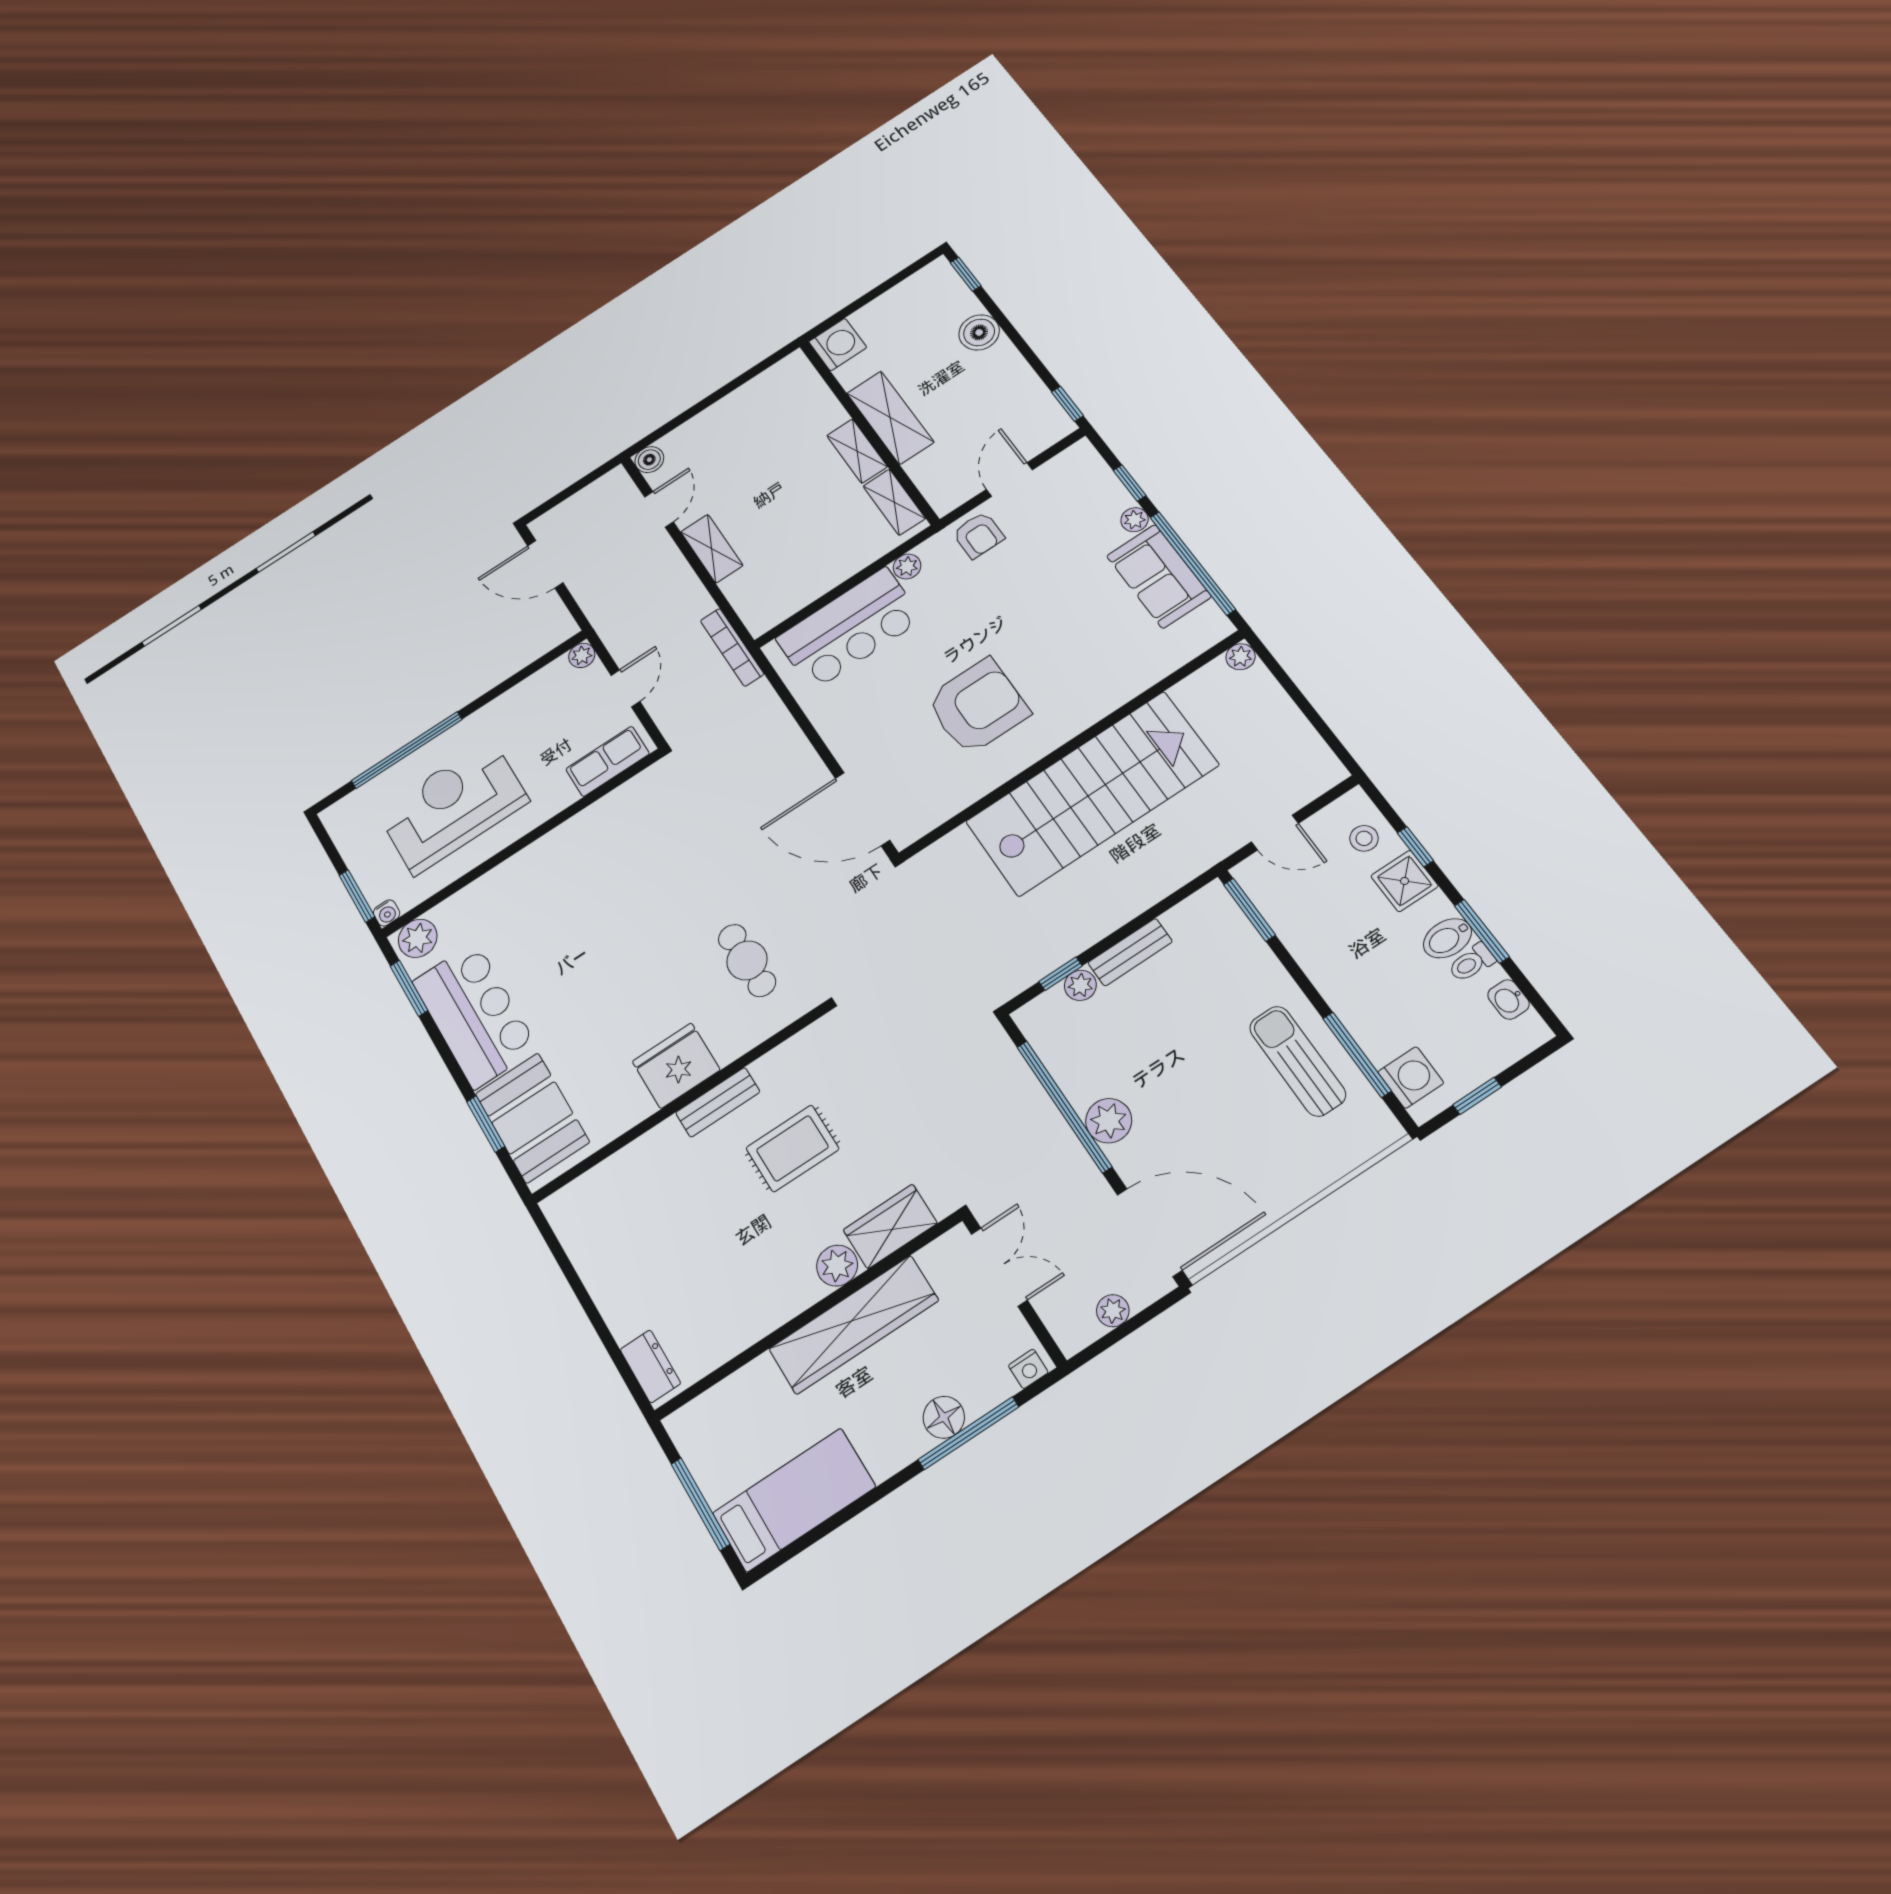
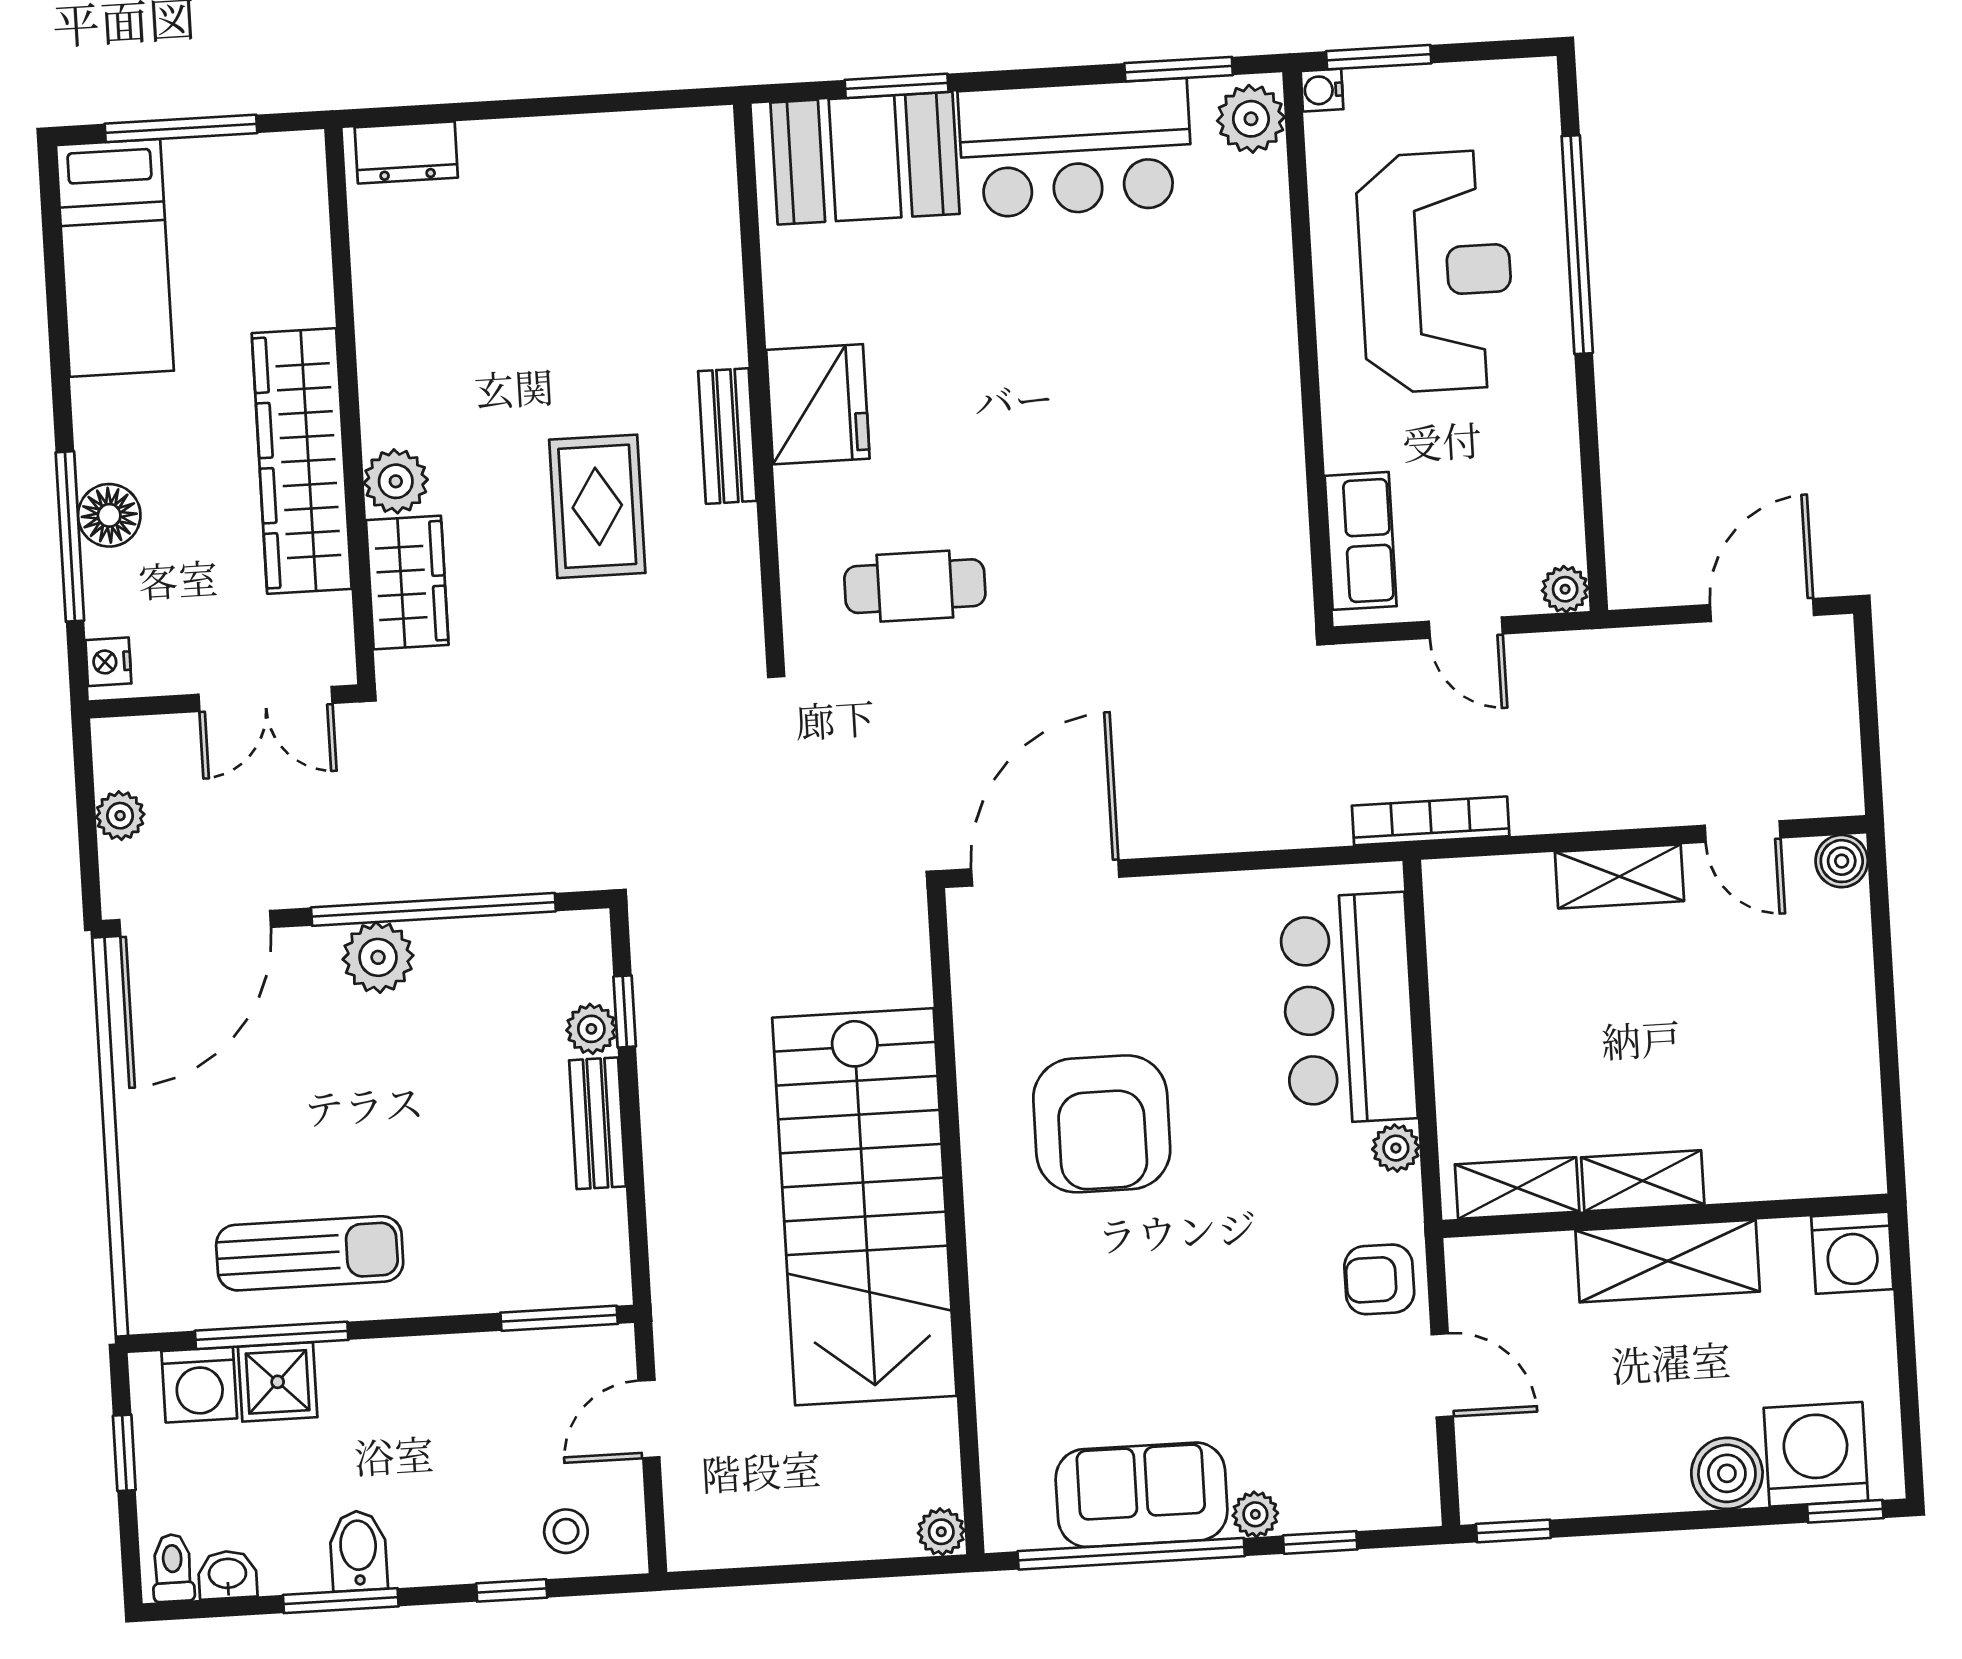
washing machine: (946, 302) -> (1816, 1454), added
shower: (1405, 881) -> (278, 1382), moved
toilet: (1472, 963) -> (173, 1568), moved

